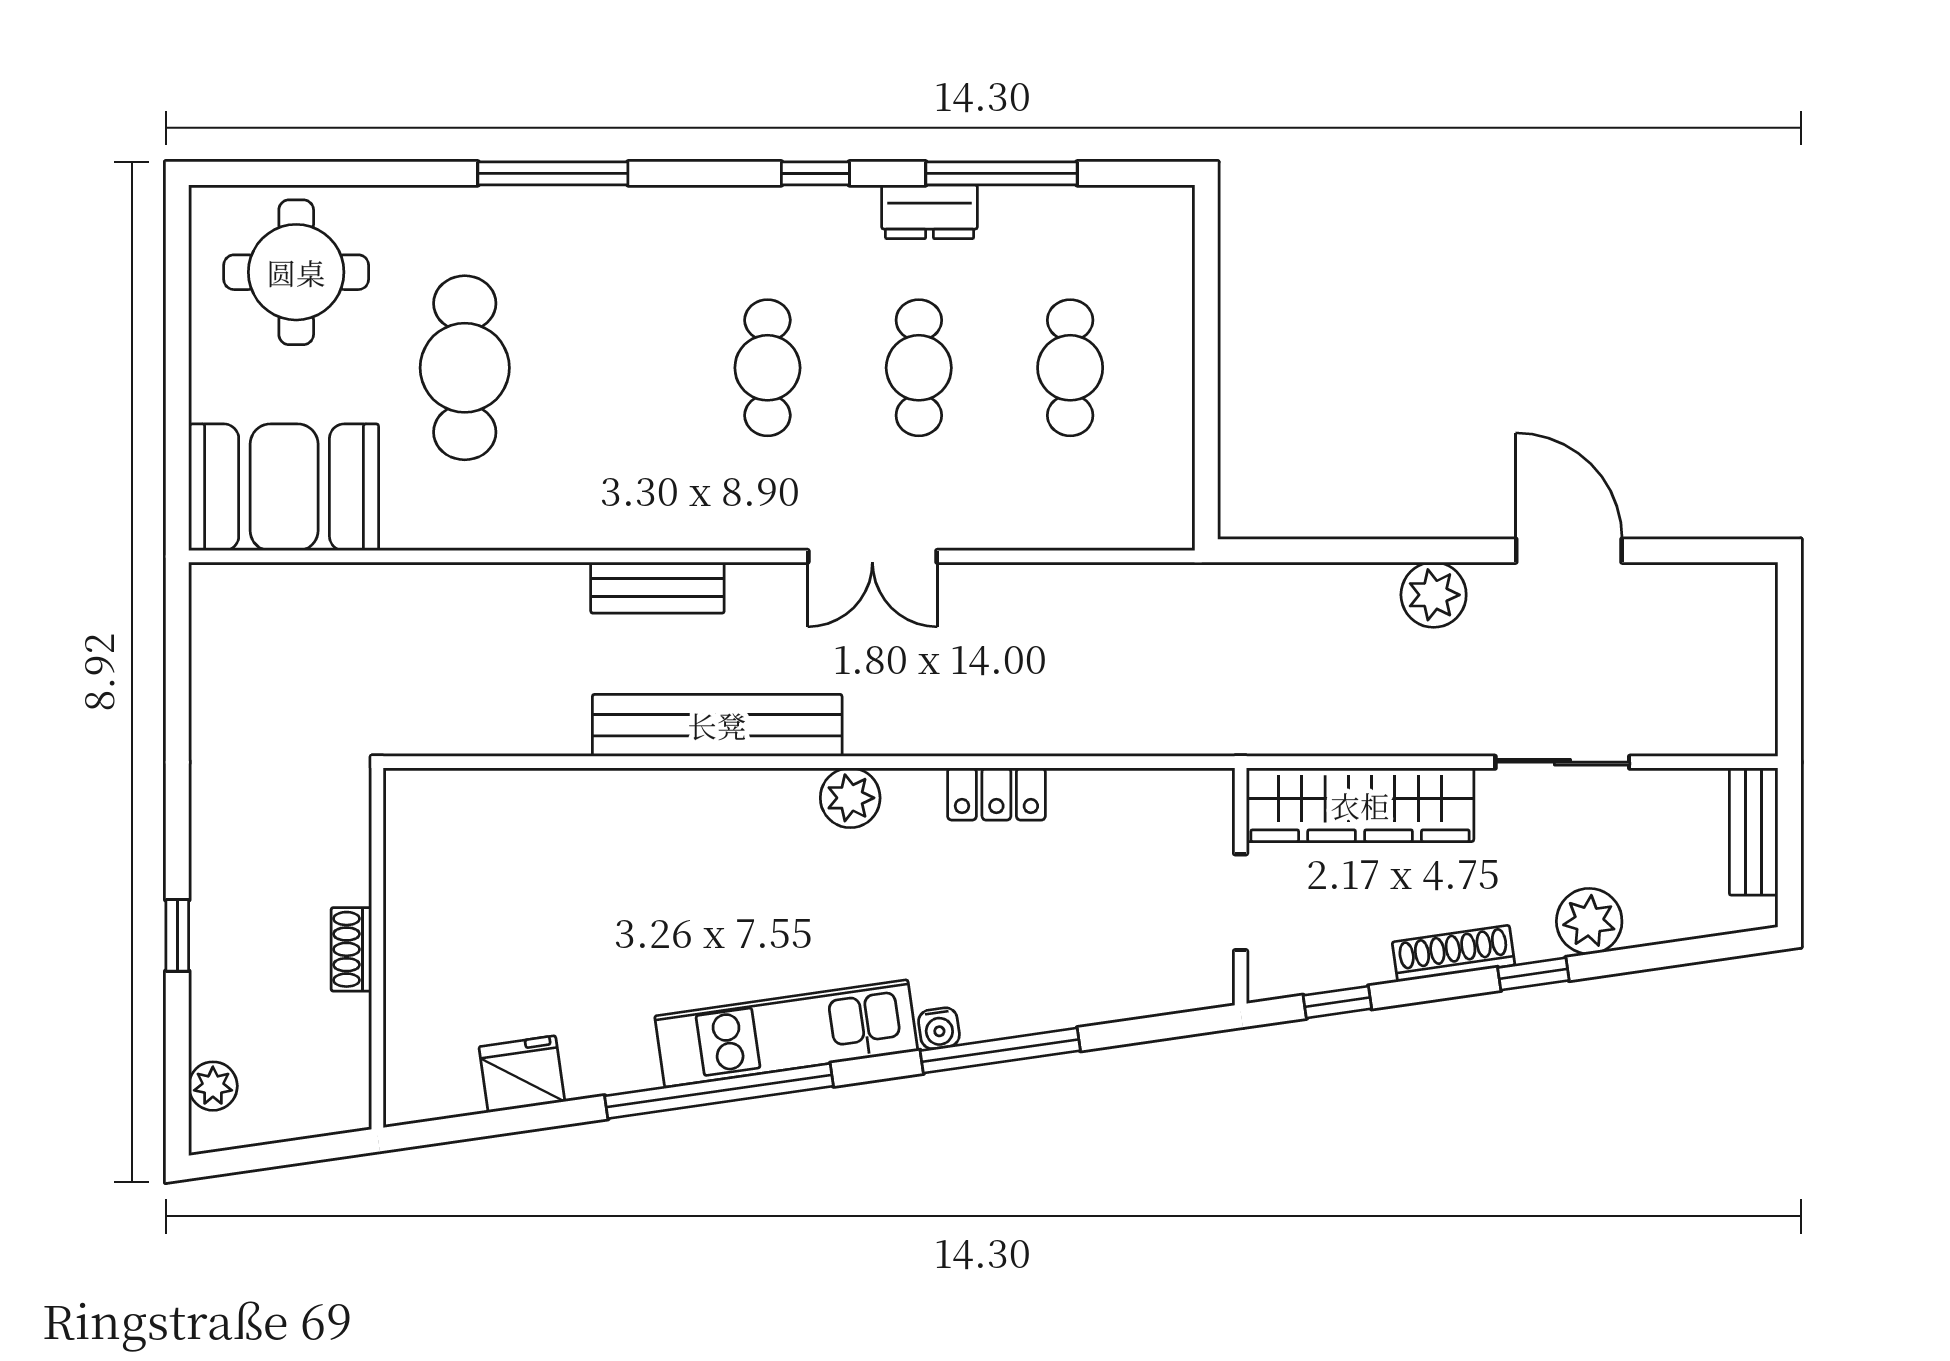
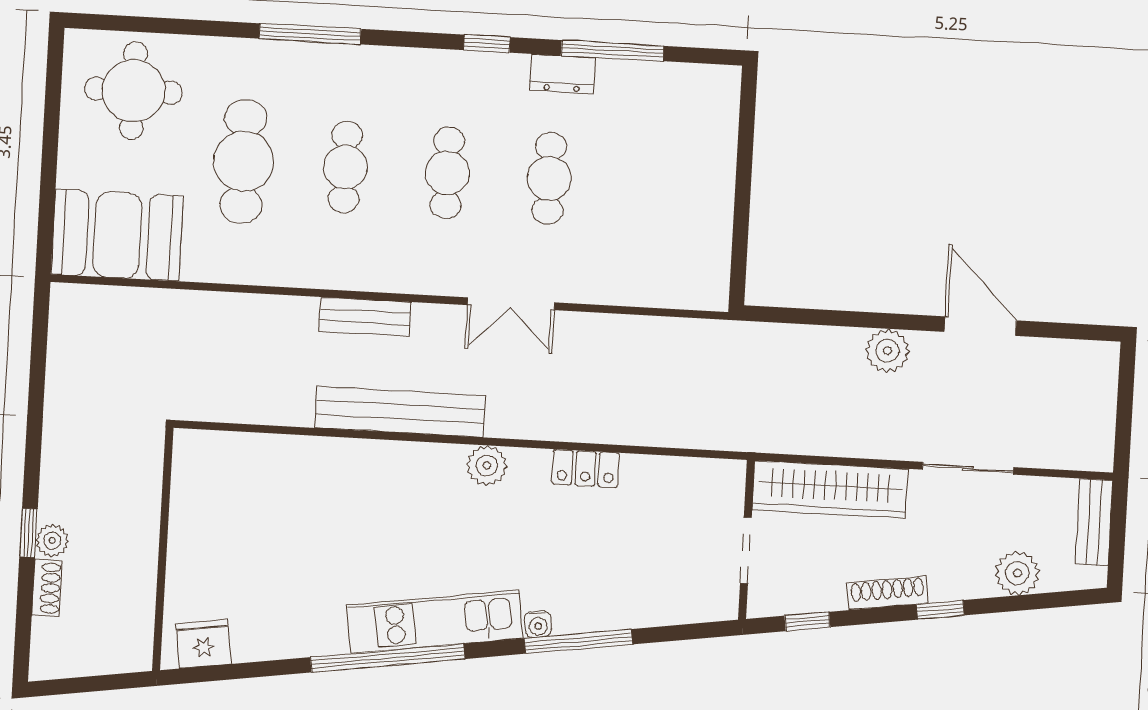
cafe table: (1070, 368) -> (345, 167), moved
plant: (1589, 921) -> (1017, 573), moved
shoe rack: (351, 949) -> (47, 588), moved, turned 180
fridge: (522, 1074) -> (204, 644), moved
plant: (213, 1086) -> (52, 541), moved

